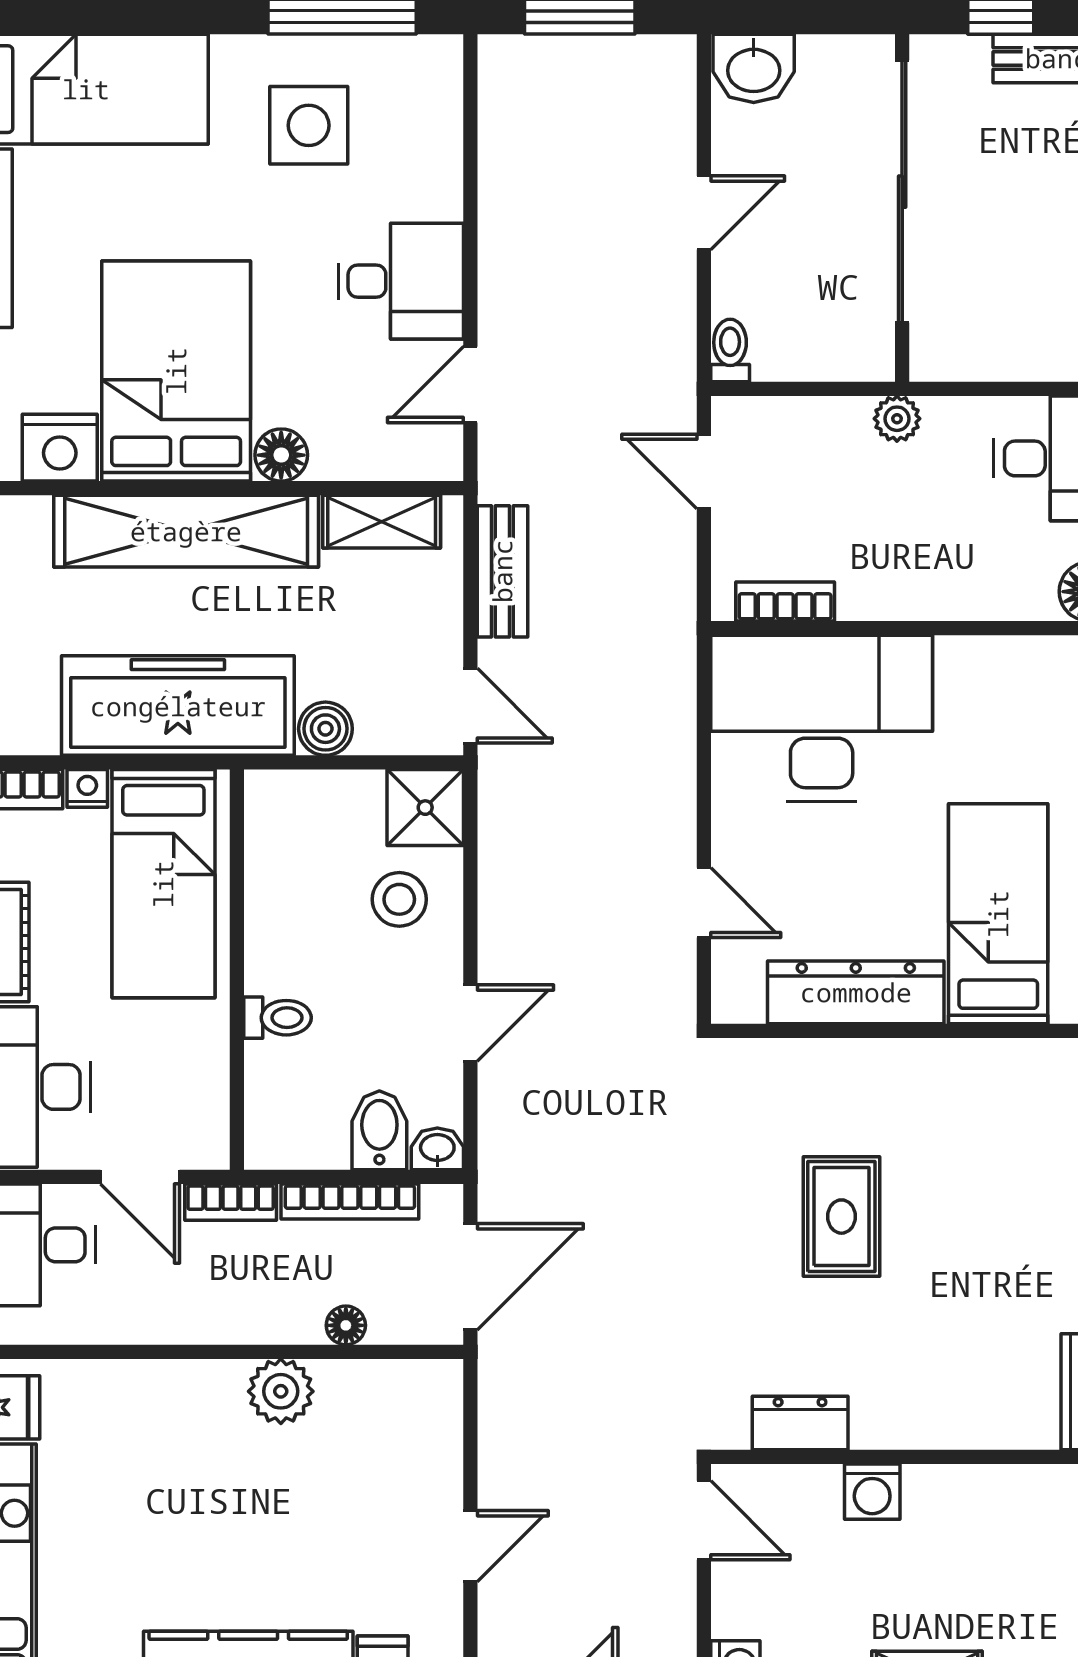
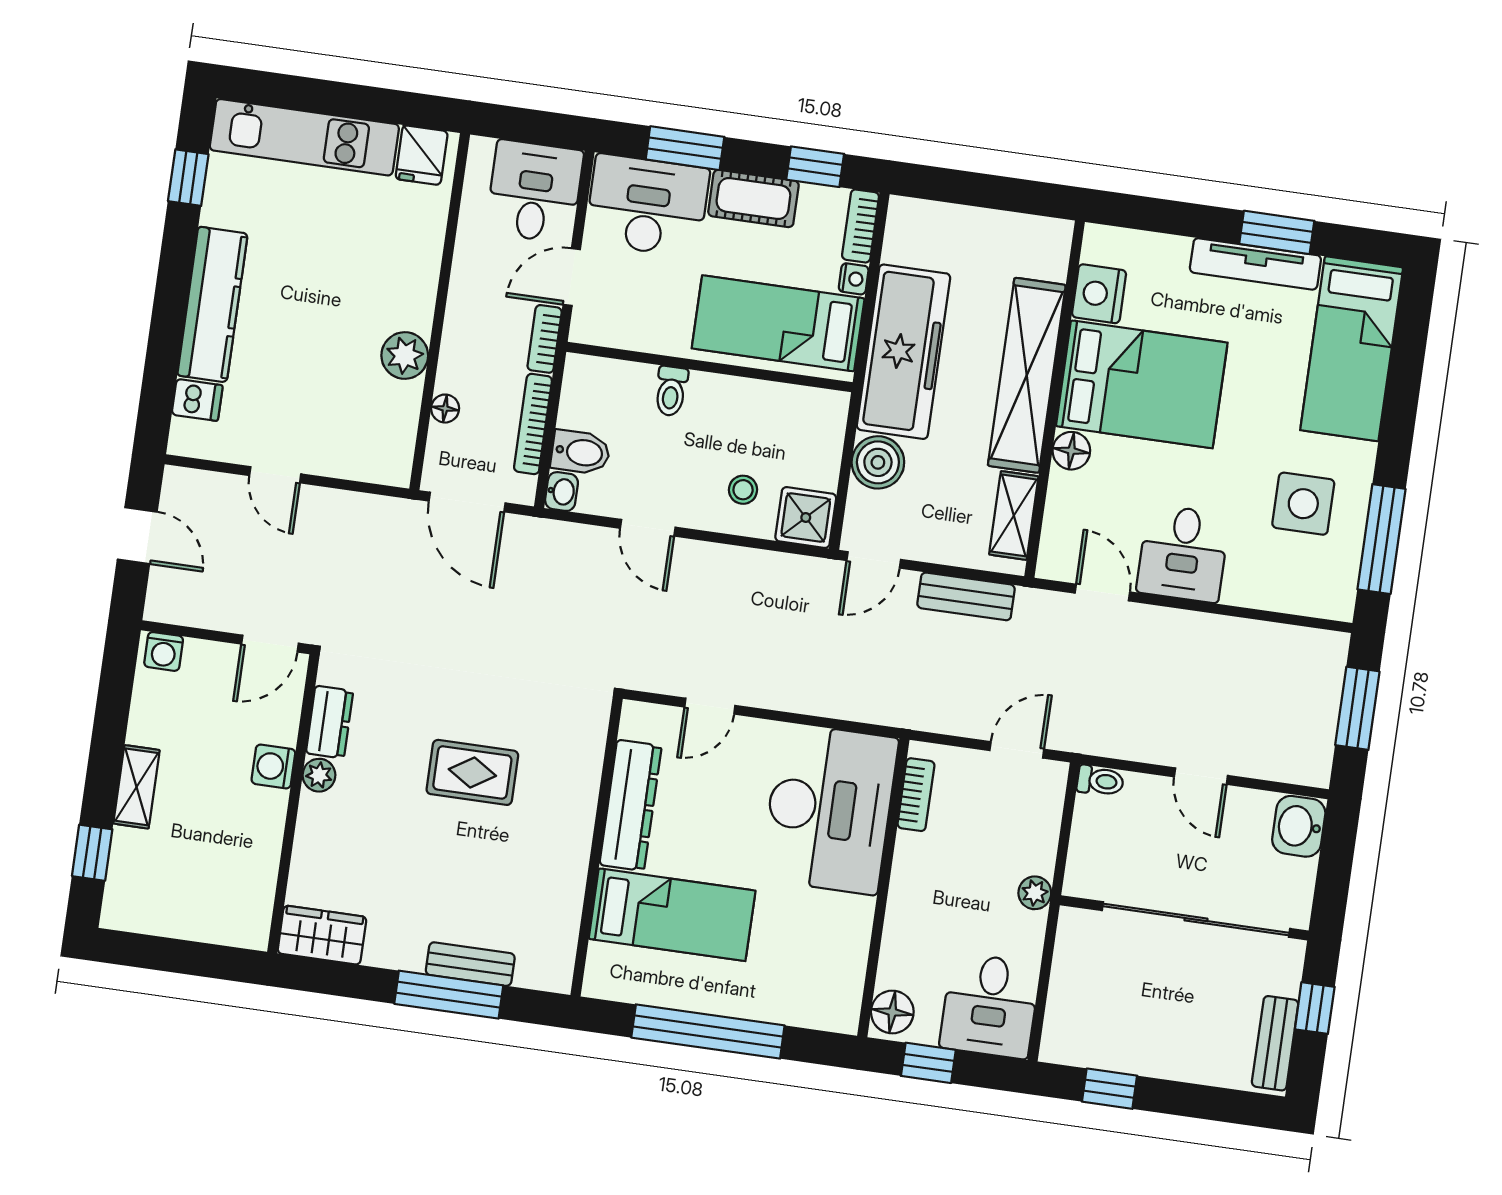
boiler: (325, 729) -> (878, 462), width x1.36, depth x1.36
stool: (399, 899) -> (743, 490), width x0.73, depth x0.73
plant: (875, 1427) -> (319, 775), added

